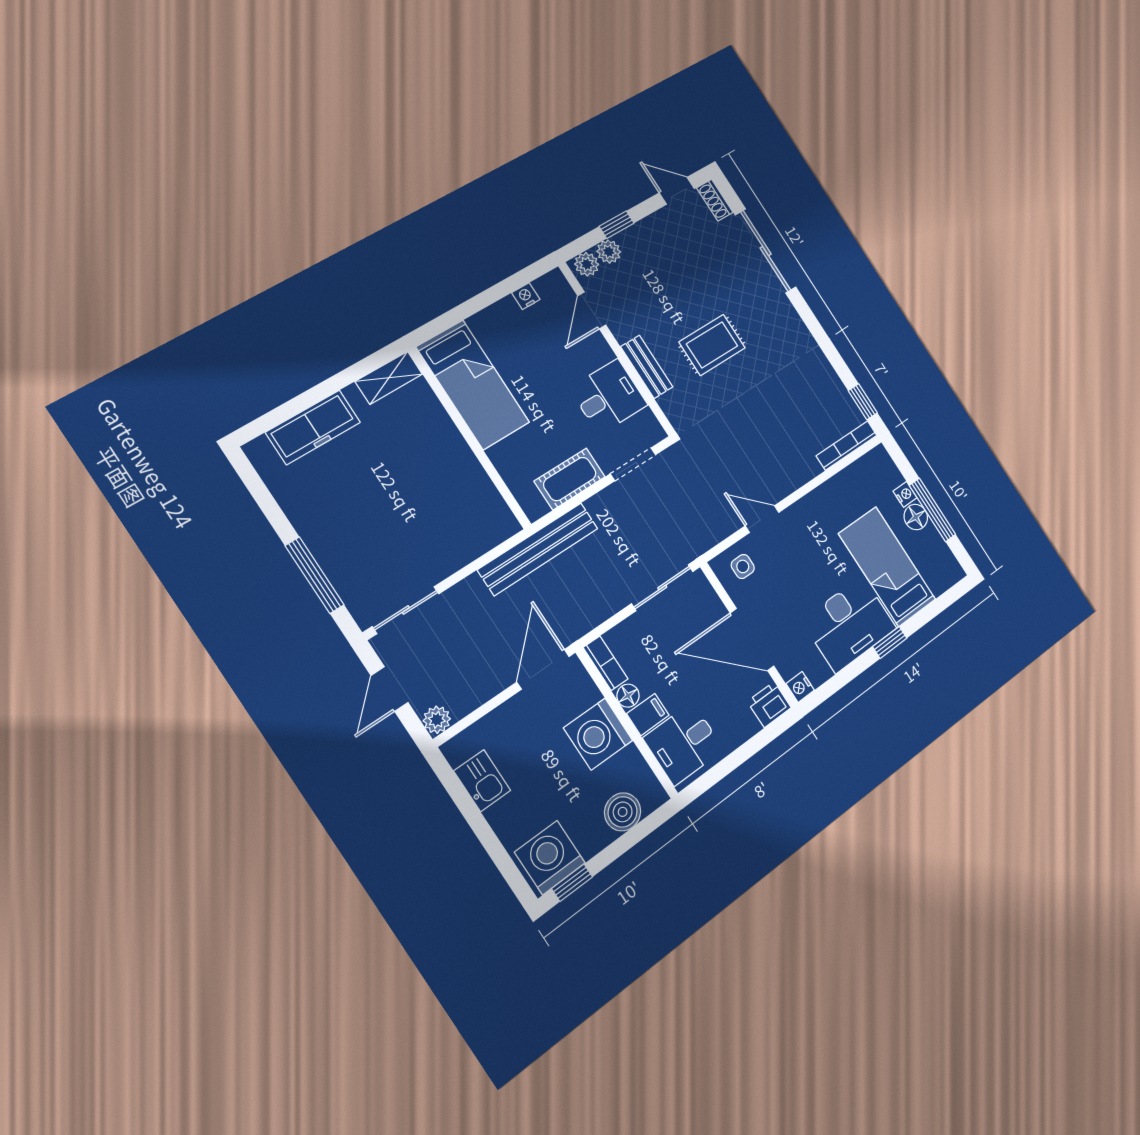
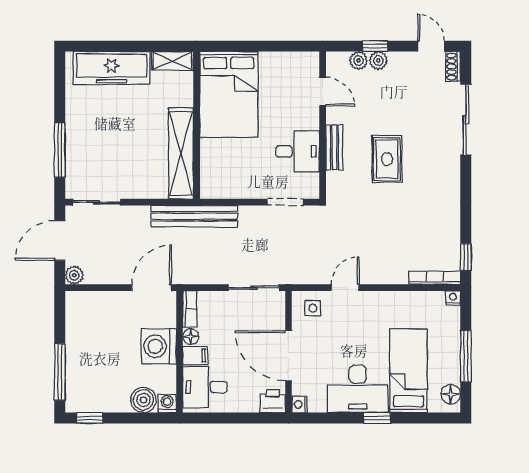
plant: (587, 264) -> (378, 61), moved
nightstand: (526, 296) -> (287, 59), removed
door: (592, 310) -> (323, 92), swing flipped
rug: (712, 345) -> (387, 159), turned 90
bed: (473, 385) -> (229, 94), width x1.50
freezer: (313, 427) -> (112, 68), width x1.36, depth x1.26
cot: (570, 479) -> (240, 187), removed
shelving: (473, 484) -> (181, 153), added
nightstand: (905, 494) -> (453, 298), moved, turned -90
floor lamp: (916, 517) -> (451, 394), moved
door: (762, 519) -> (345, 288), hinge flipped
door: (390, 689) -> (60, 241), width x1.38
kitchen sink: (482, 781) -> (77, 326), removed
window: (498, 853) -> (60, 372), added
washing machine: (550, 858) -> (167, 403), moved, width x0.53, depth x0.53

